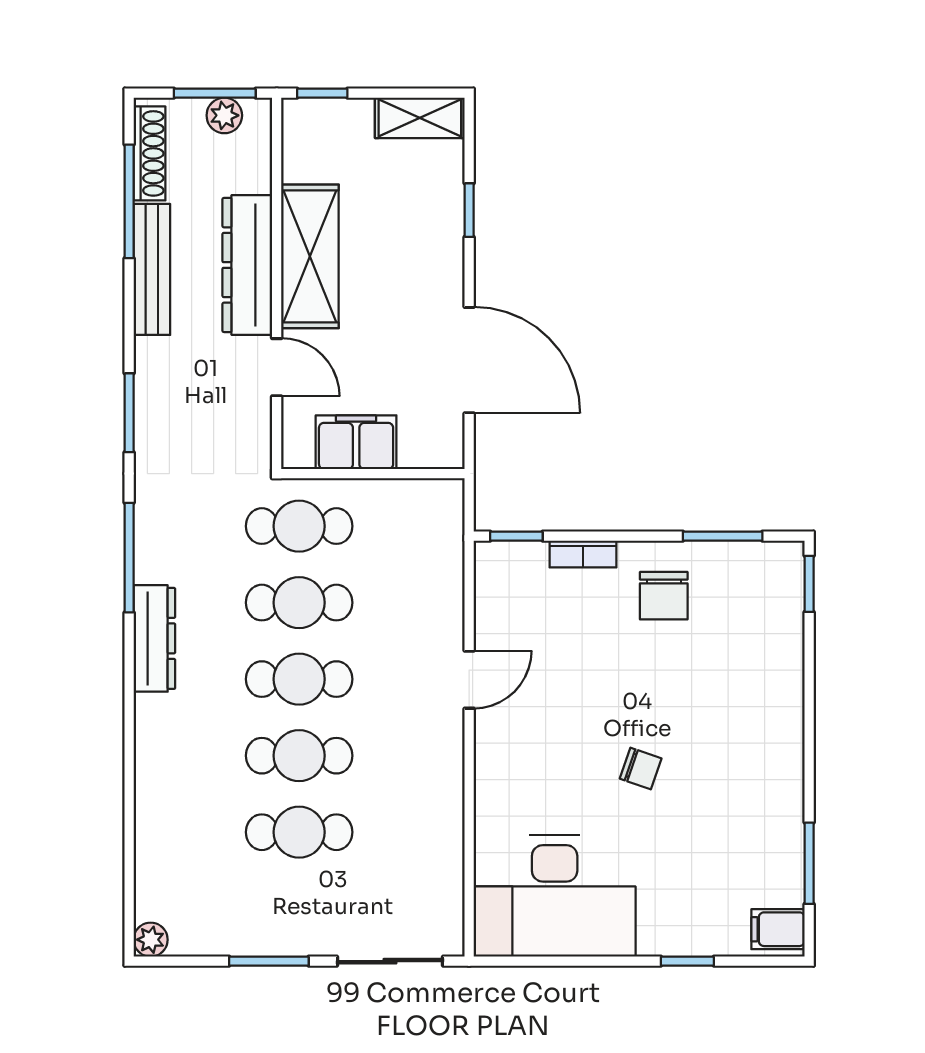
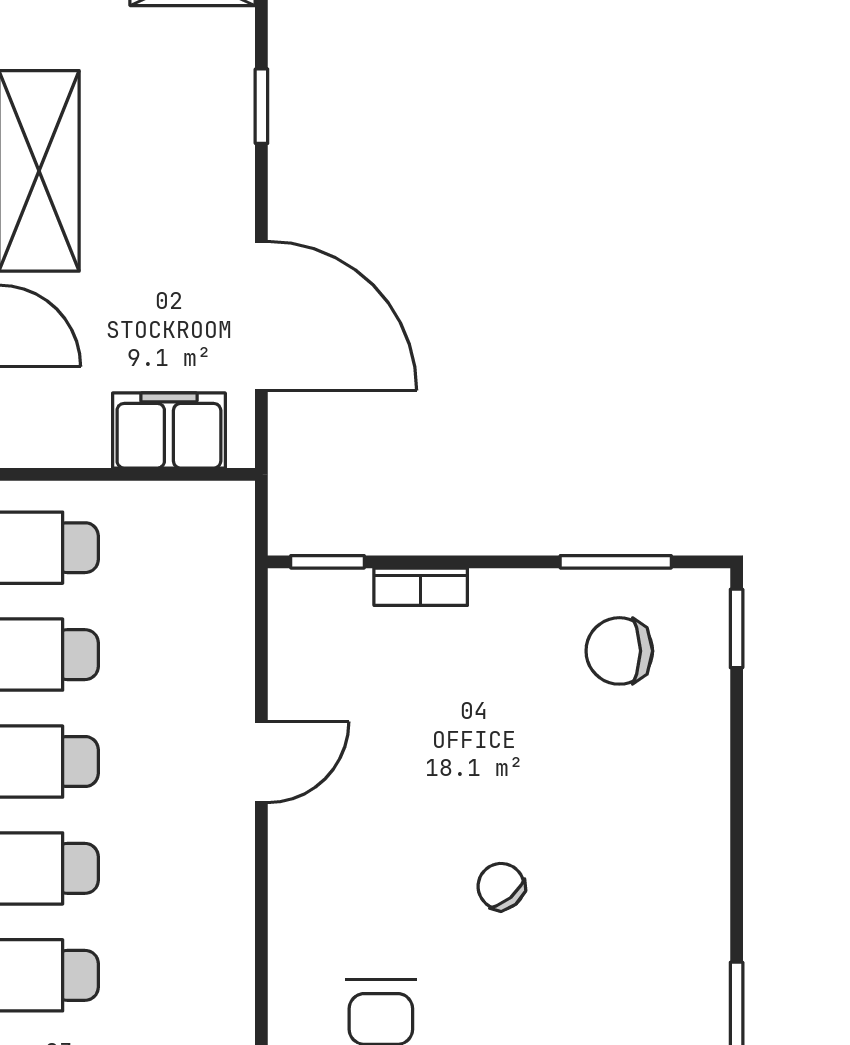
filing cabinet: (356, 442) -> (169, 430), moved
chair: (664, 596) -> (619, 651), moved, turned 90
chair: (641, 769) -> (501, 886), turned -149

